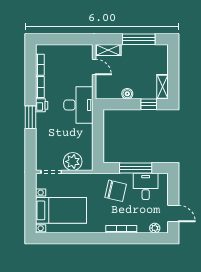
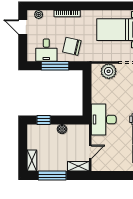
door: (94, 67) -> (90, 152), swing flipped
shelving: (163, 87) -> (32, 161), moved

